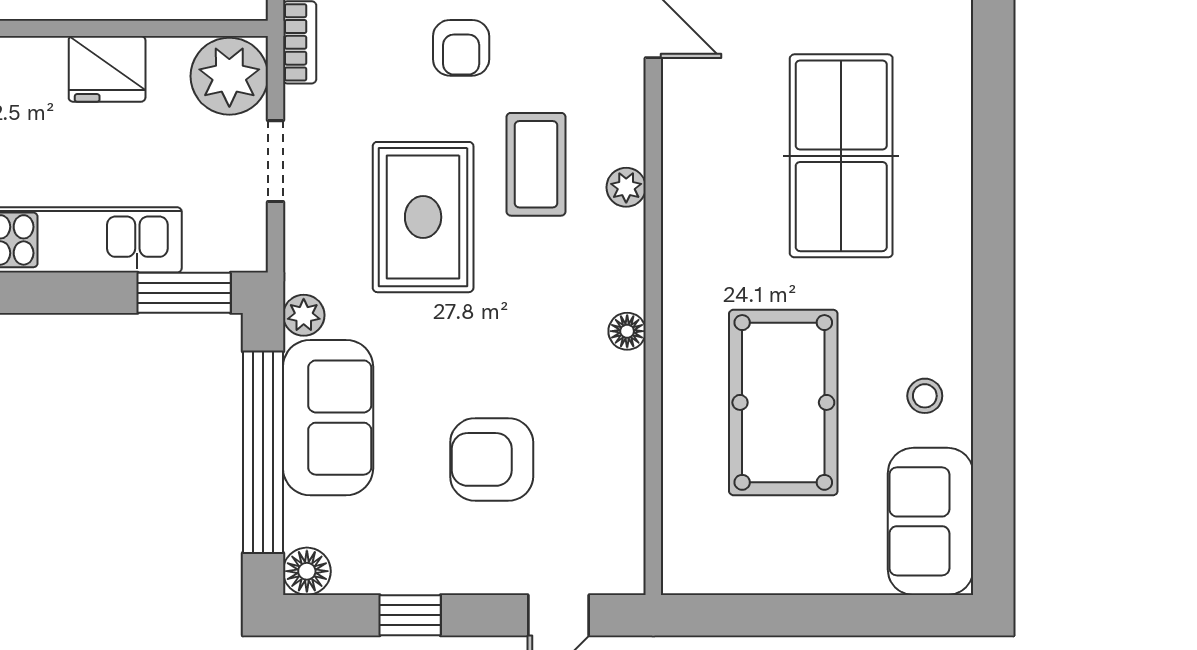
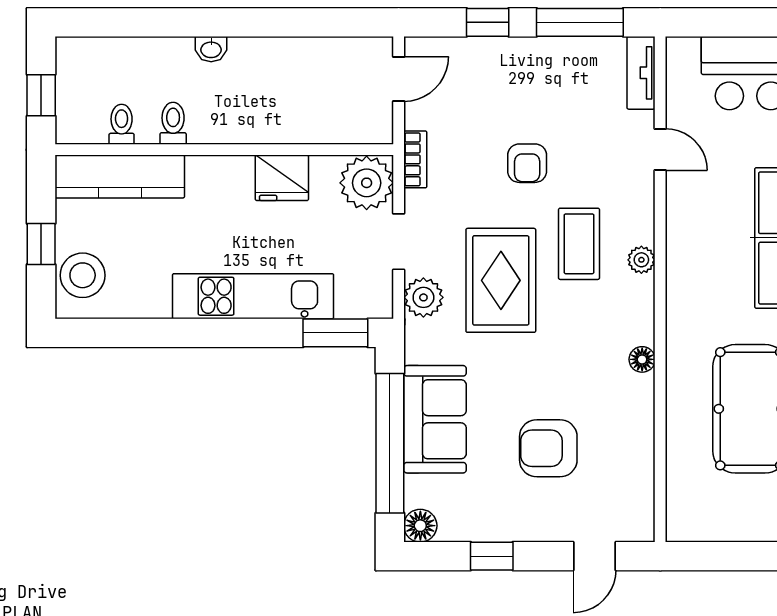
plant: (304, 315) -> (423, 297), moved, width x1.38, depth x1.38

